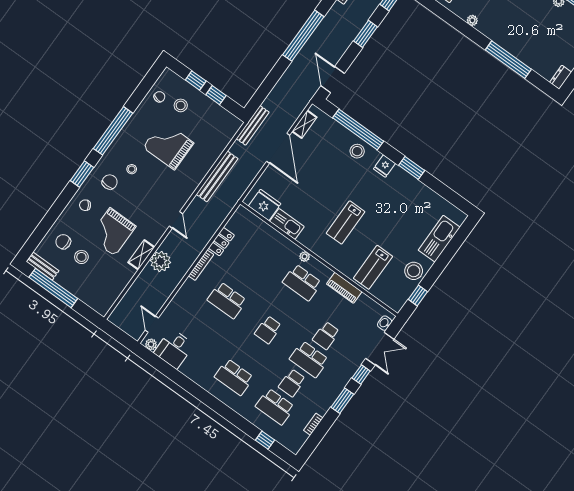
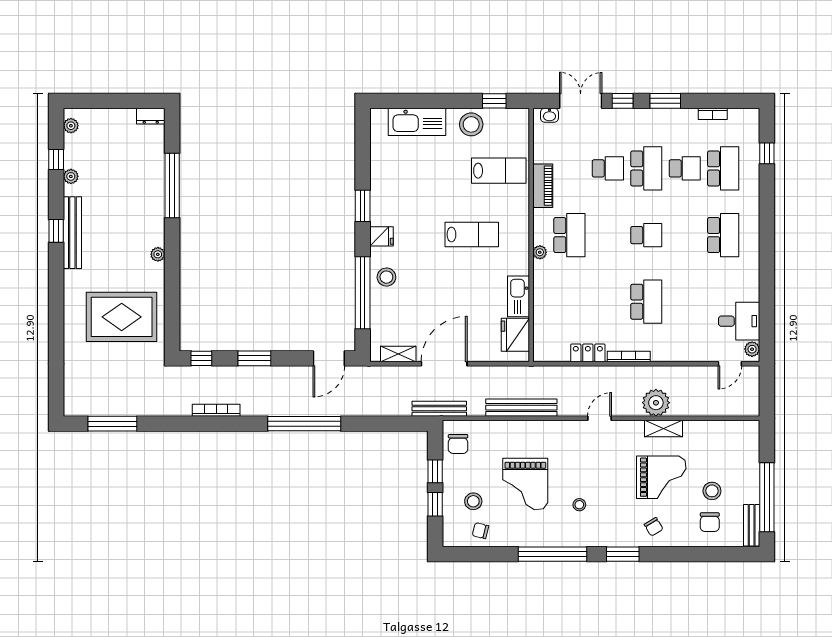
chair: (110, 182) -> (458, 444), moved, turned -90

